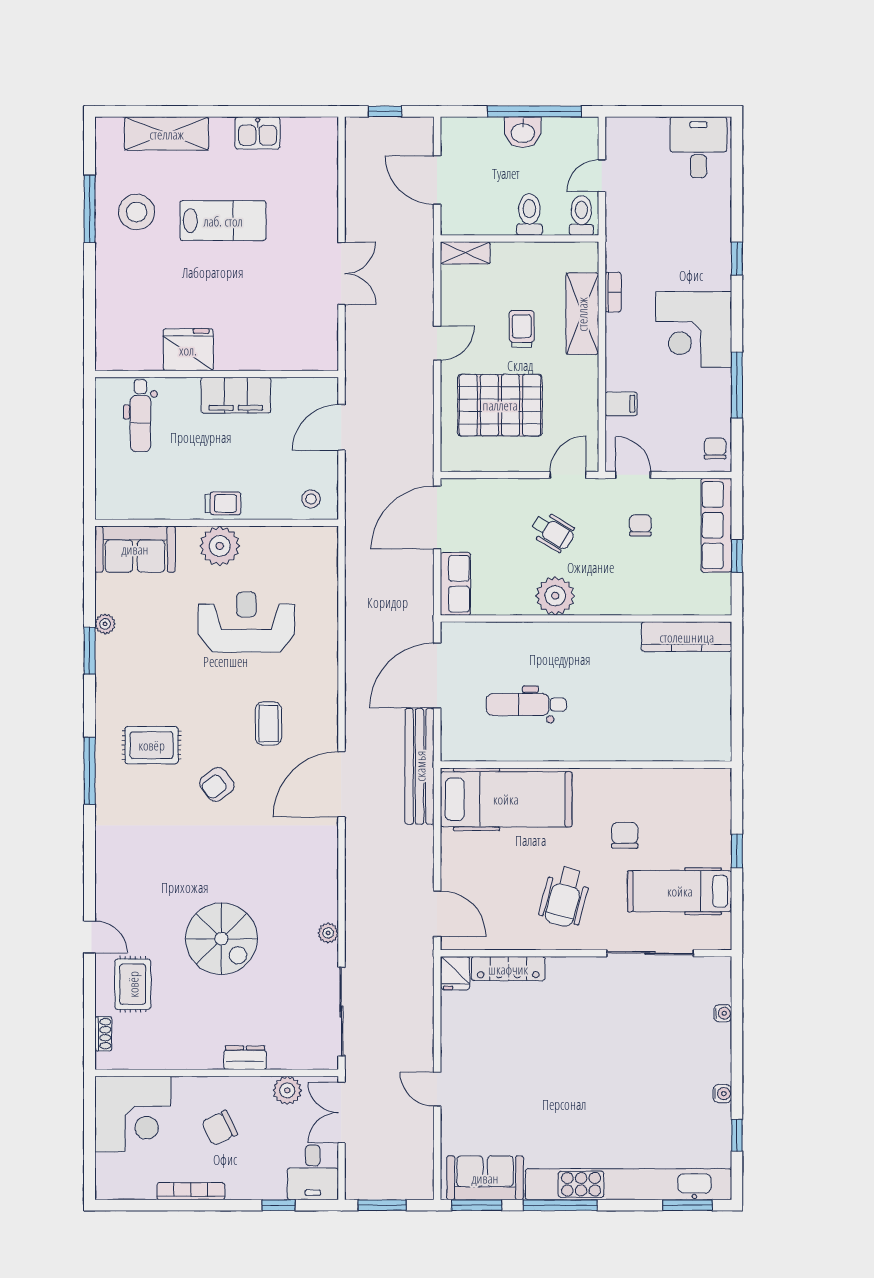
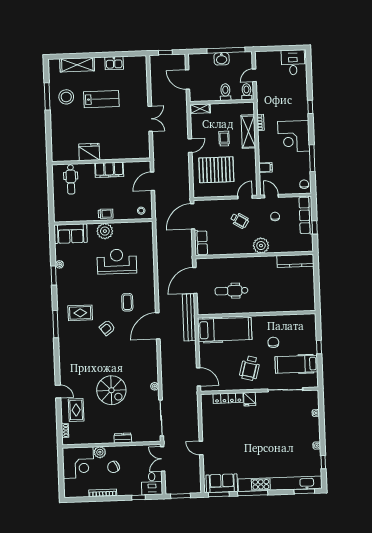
plant: (555, 596) -> (261, 246), moved
fridge: (455, 973) -> (250, 399), moved
plant: (287, 1090) -> (100, 452), moved

